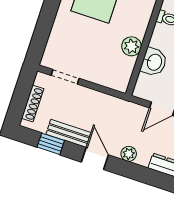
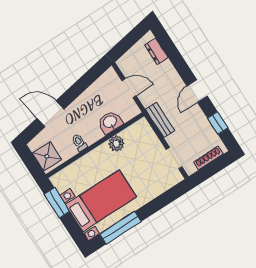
bench: (68, 133) -> (160, 120), moved
plant: (129, 154) -> (173, 77), removed

